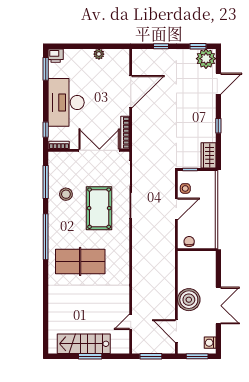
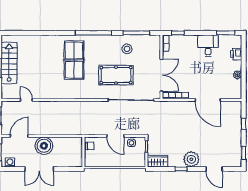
printer: (56, 56) -> (236, 54), moved
plant: (206, 59) -> (191, 159), moved
desk: (66, 102) -> (208, 46), width x0.53, depth x0.77

